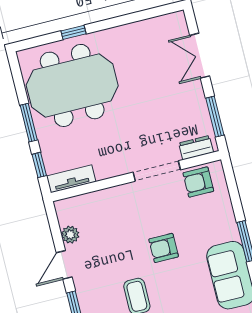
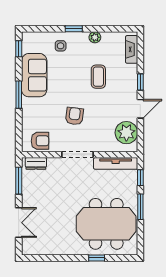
doorway: (157, 171) -> (78, 155), moved
tv unit: (71, 179) -> (116, 163), width x1.41
plant: (70, 235) -> (126, 133), width x1.88, depth x1.88
armchair: (164, 248) -> (74, 116), moved, turned -83

